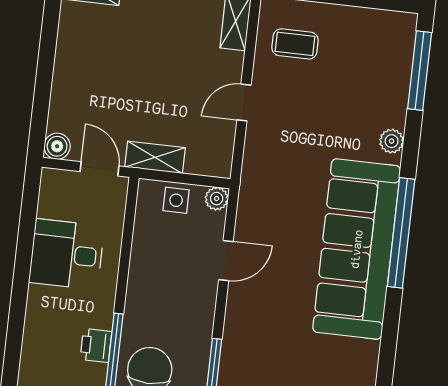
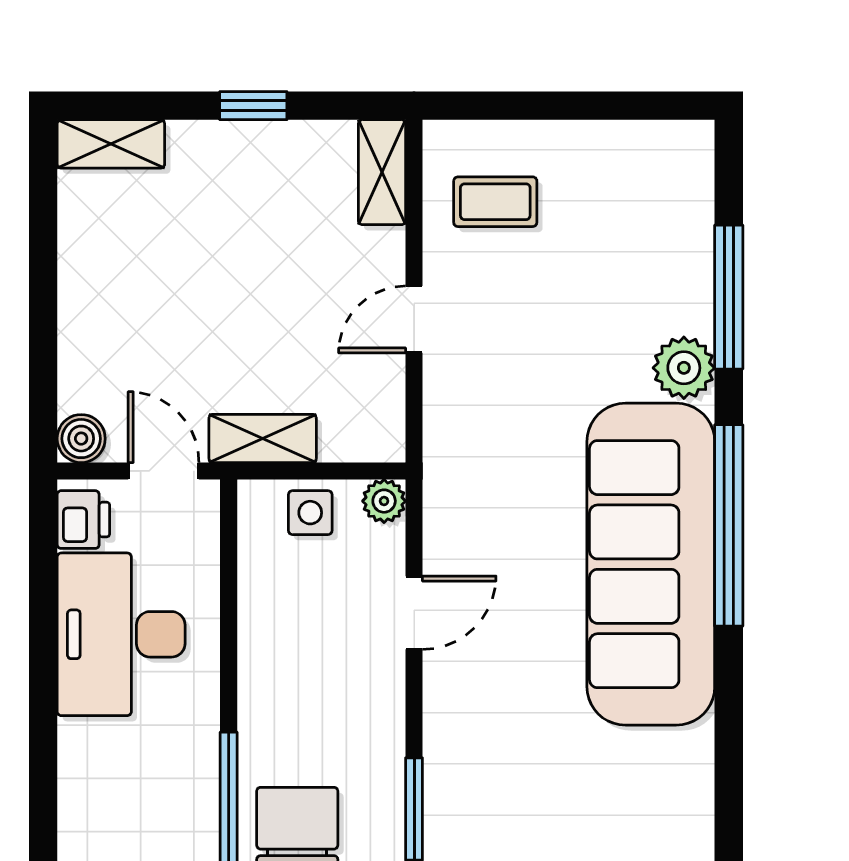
window: (420, 71) -> (729, 297), moved
plant: (392, 141) -> (684, 368), width x1.38, depth x1.38
desk: (67, 254) -> (121, 634), width x1.37
printer: (96, 345) -> (83, 520), moved, turned 180

